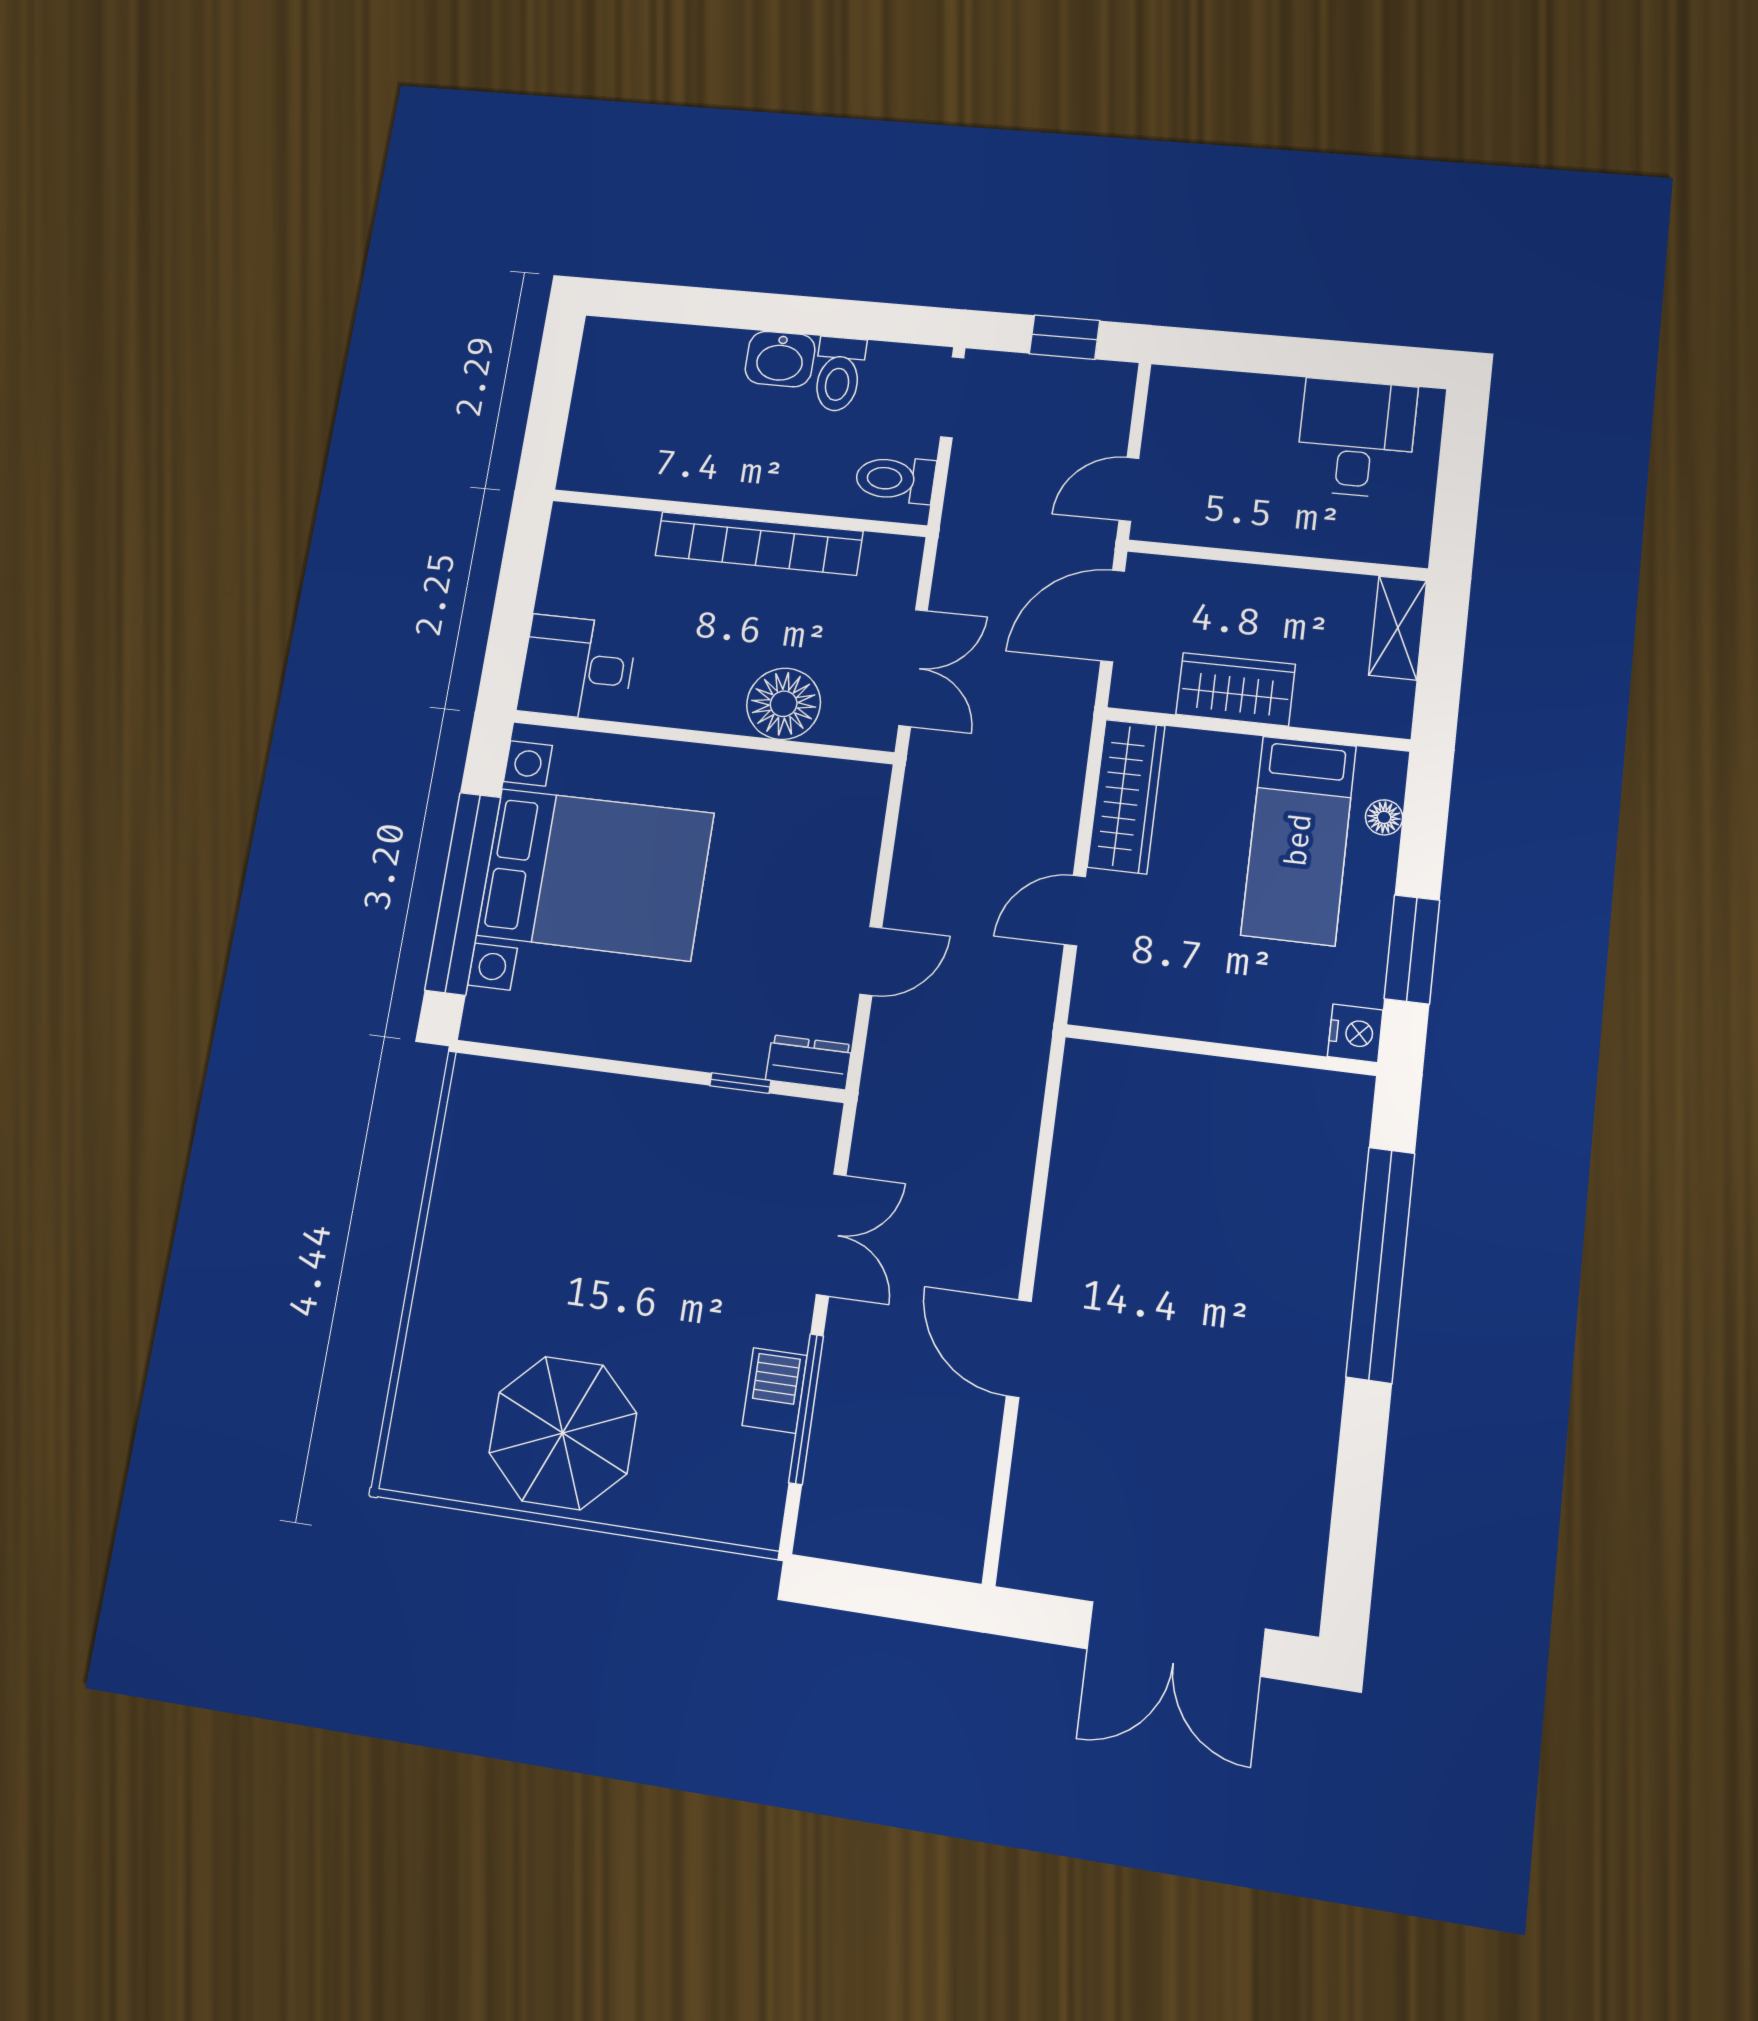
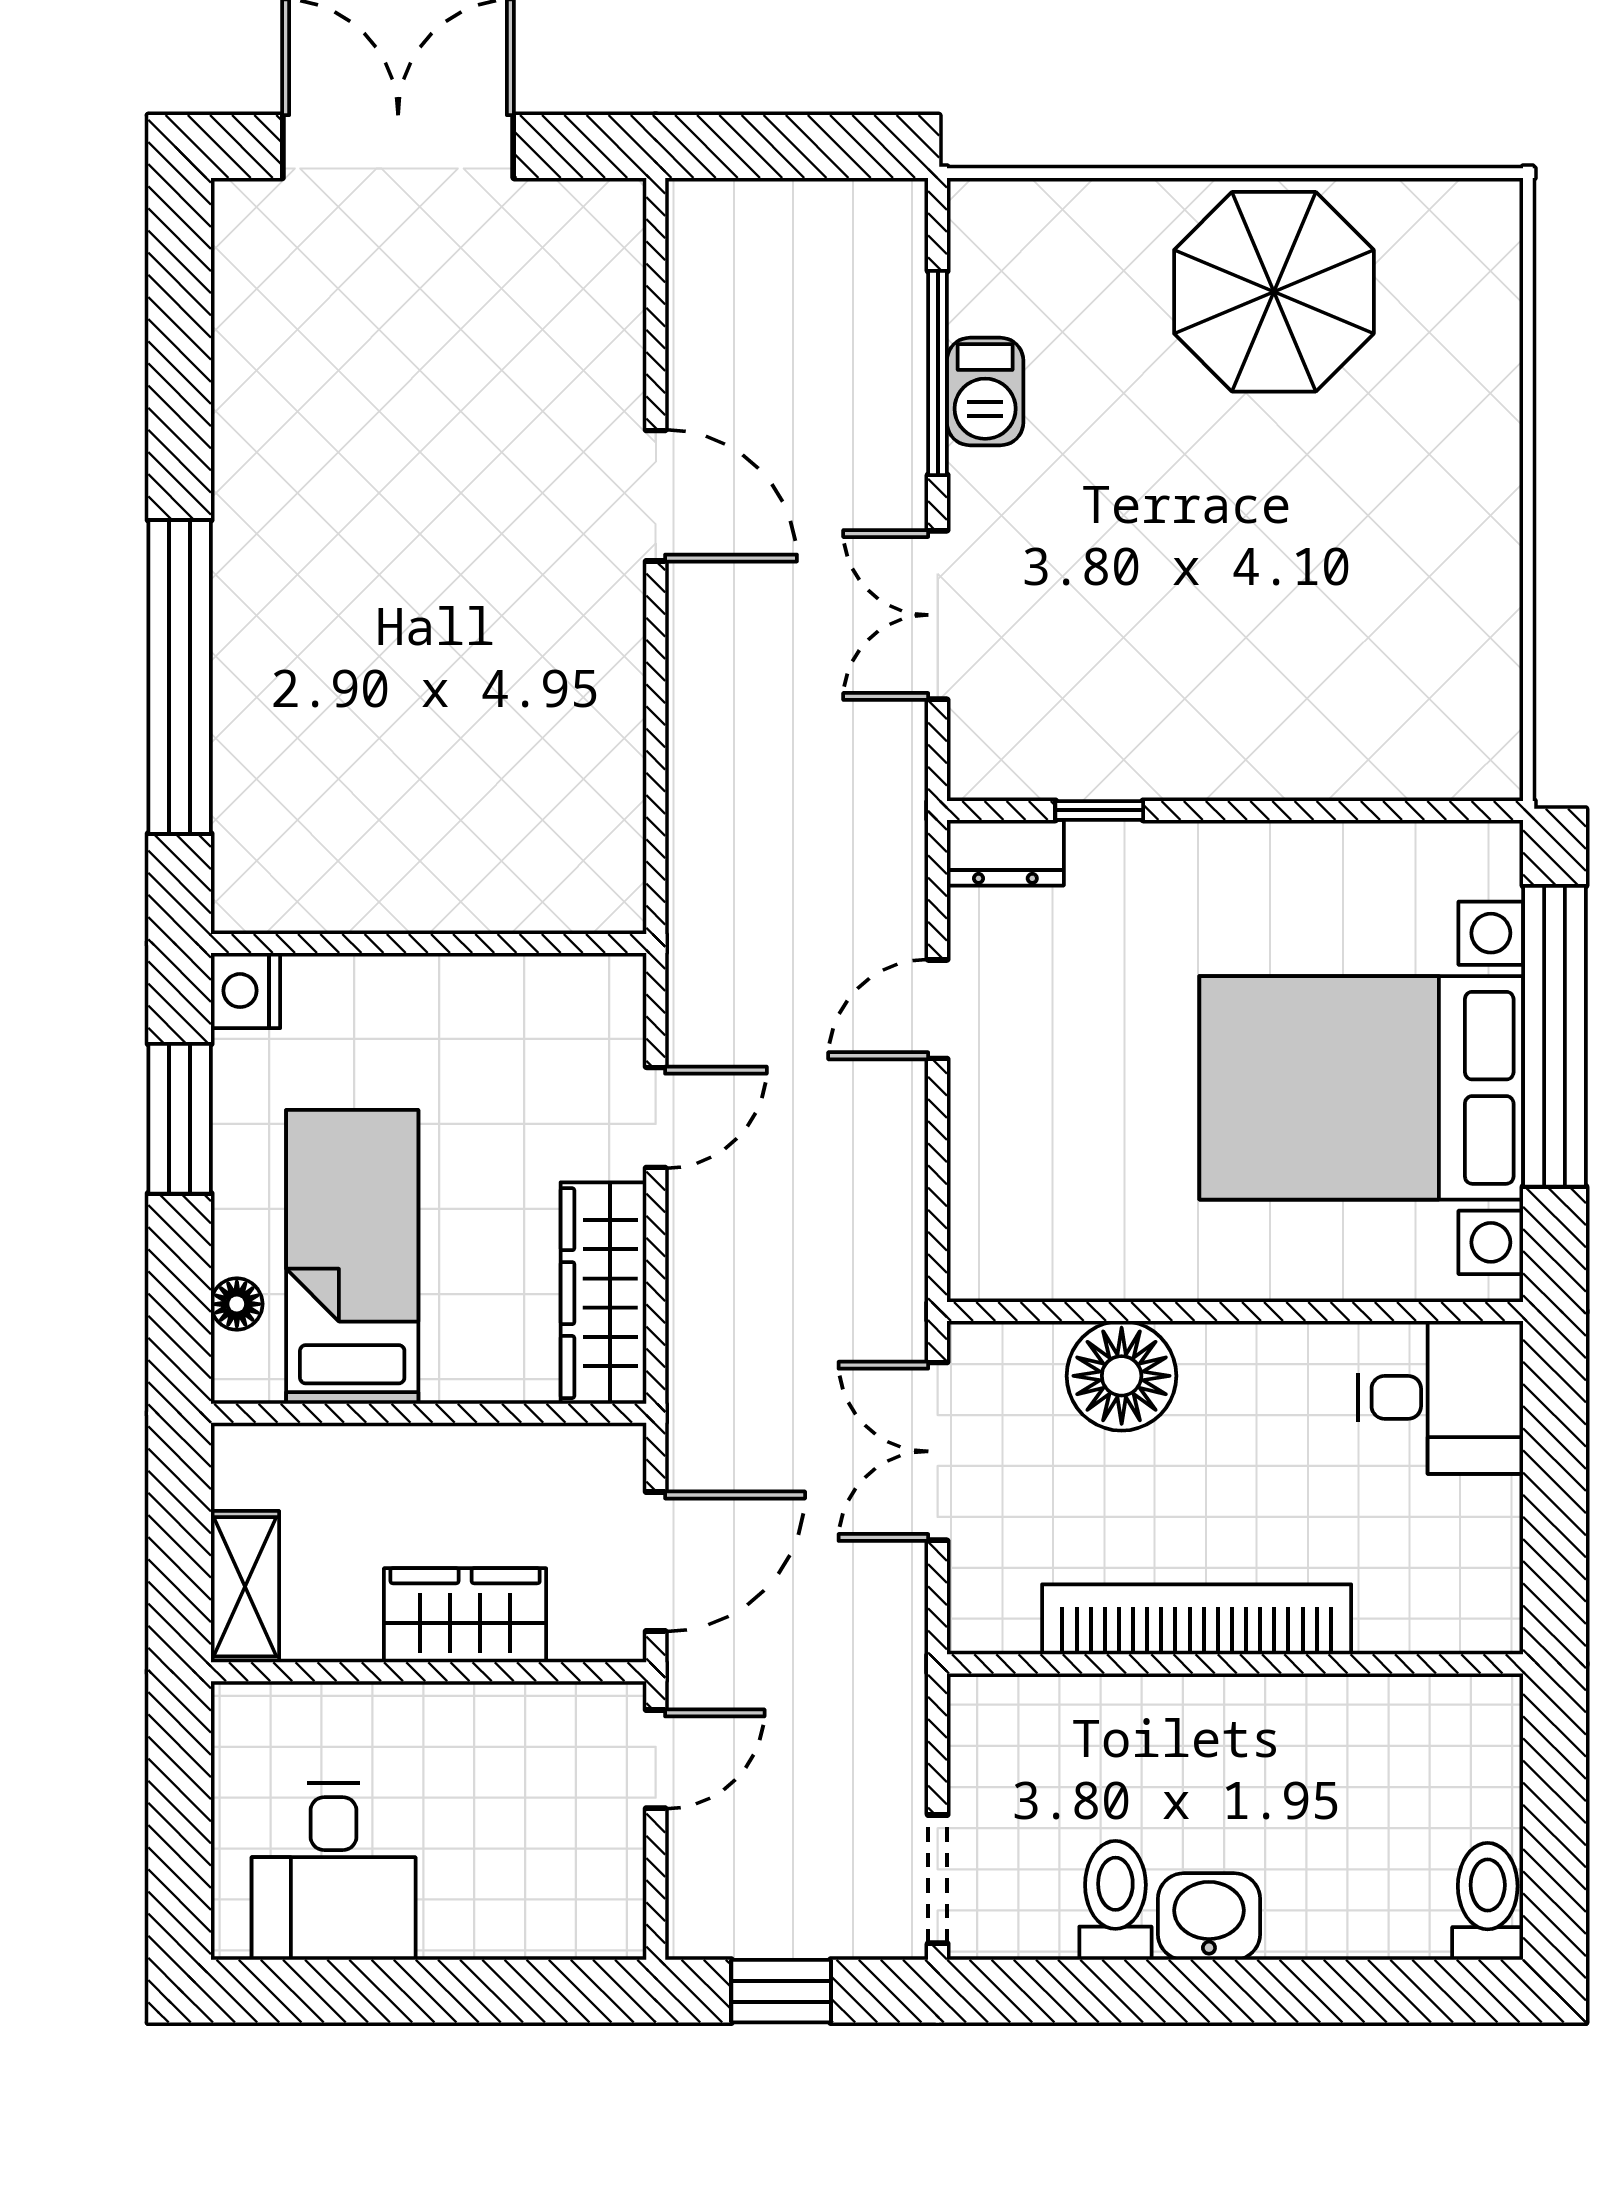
toilet: (895, 479) -> (1488, 1901), moved, turned -90
wardrobe: (1236, 689) -> (465, 1615), moved, turned 180

